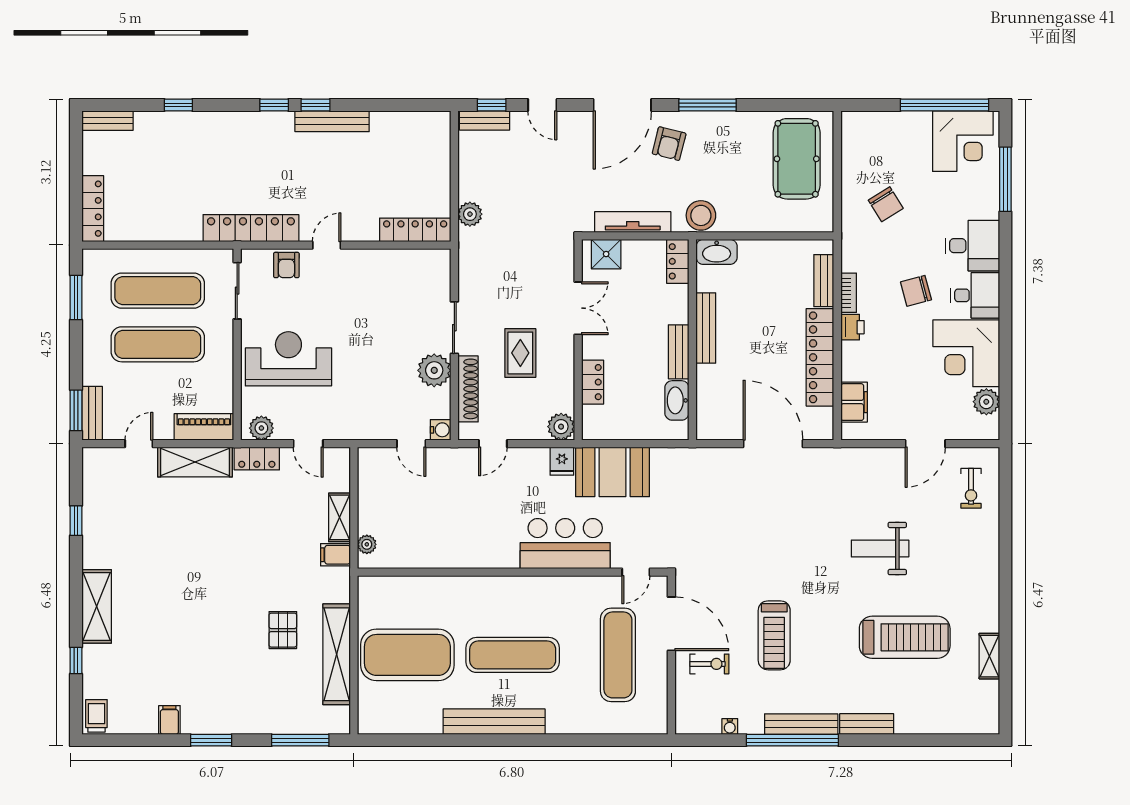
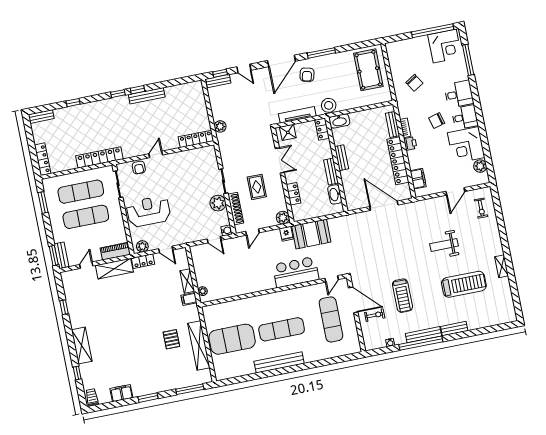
locker: (251, 228) -> (99, 157), moved
bench: (706, 328) -> (342, 158), width x0.73
shelving: (989, 656) -> (502, 266), moved
filing cabinet: (169, 720) -> (121, 393), width x2.00

